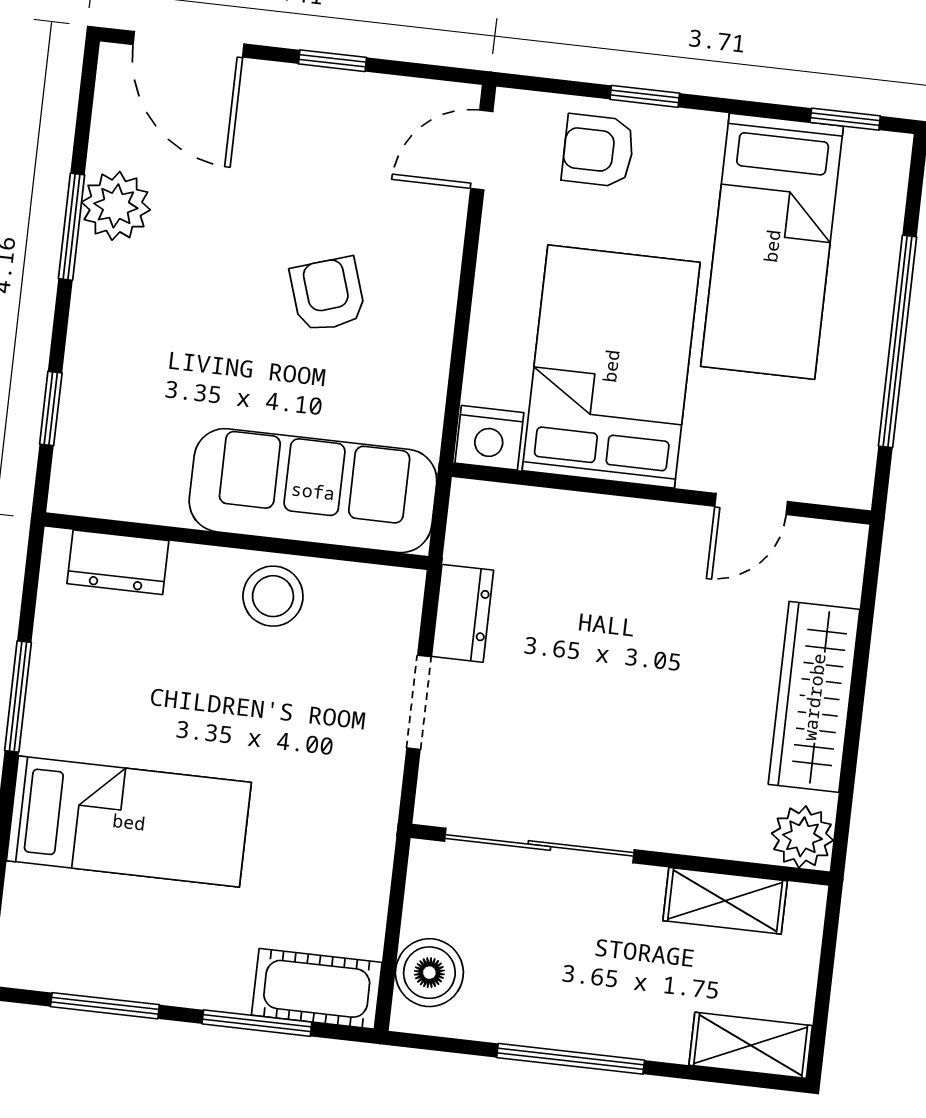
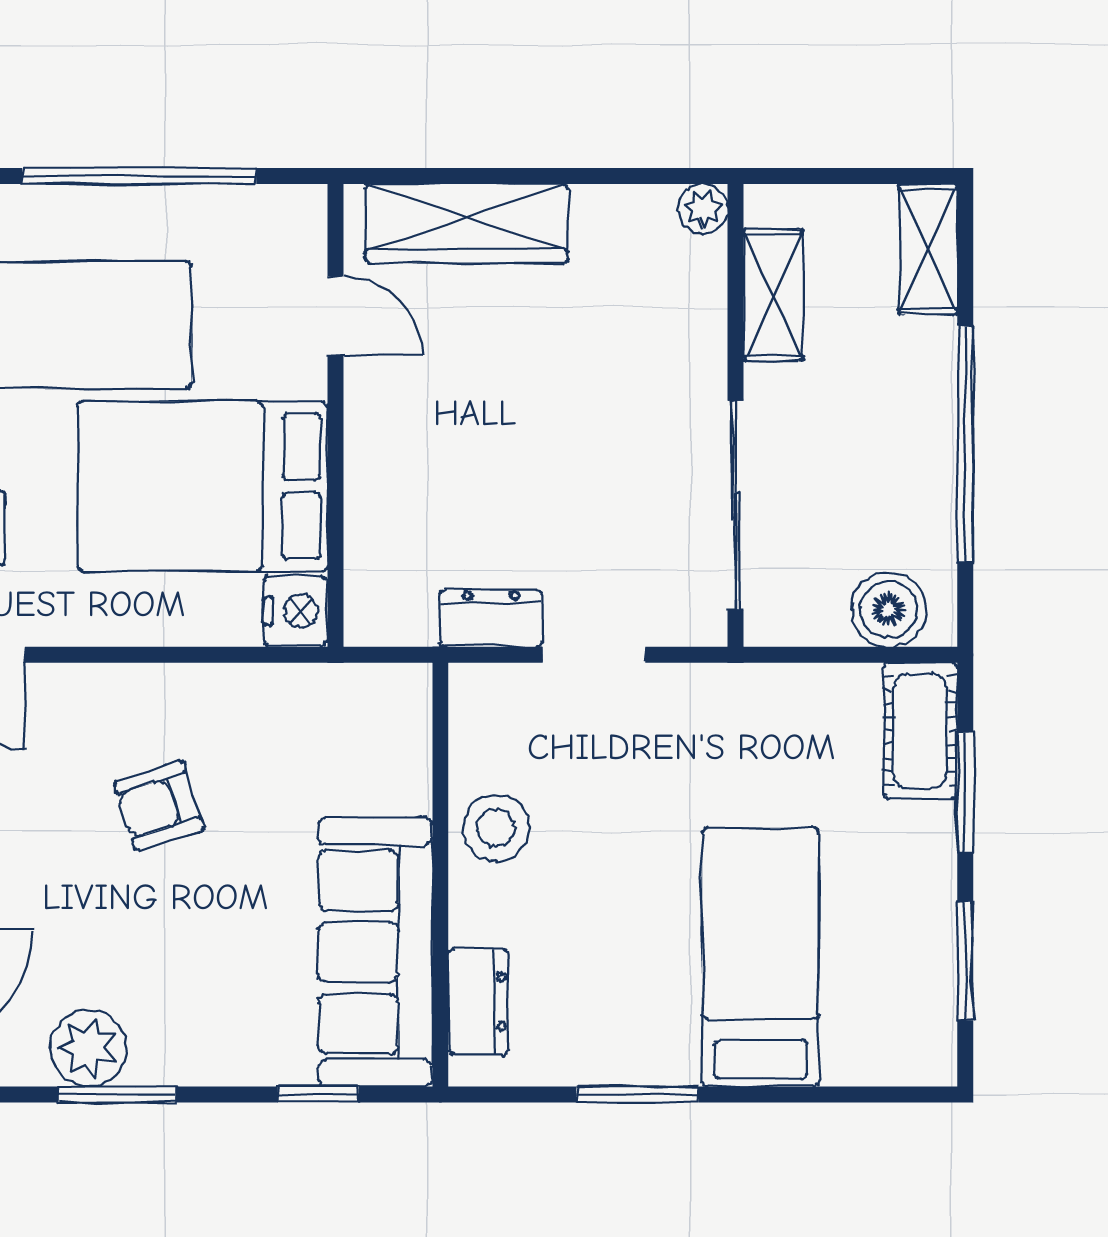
sofa: (313, 491) -> (375, 952), moved
wardrobe: (814, 697) -> (467, 223), moved
plant: (802, 837) -> (703, 209), width x0.73, depth x0.73
window: (571, 1059) -> (965, 444), width x1.46

